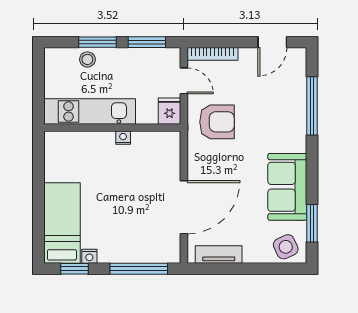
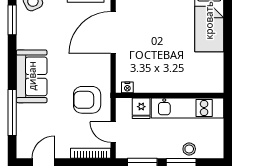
fridge: (169, 111) -> (141, 108), moved
nightstand: (123, 138) -> (127, 87), moved
sofa: (287, 187) -> (32, 76), moved

